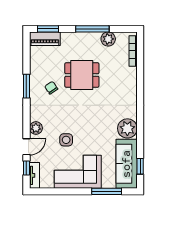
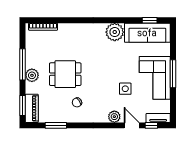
plant: (108, 39) -> (32, 75), moved
dining table: (82, 75) -> (65, 74), turned 90
window: (26, 86) -> (56, 125), moved
window: (107, 191) -> (173, 74), moved

